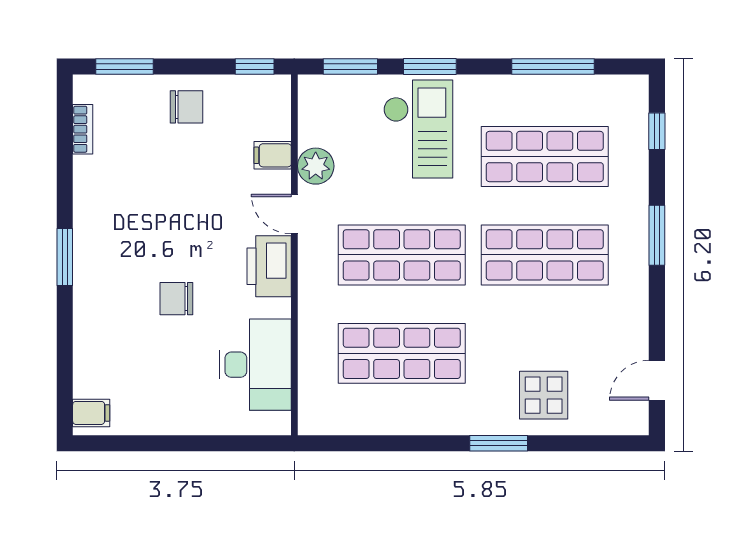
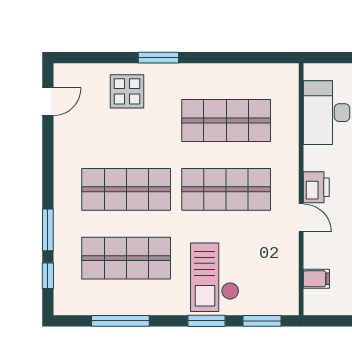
window: (255, 67) -> (329, 321), removed
filing cabinet: (273, 155) -> (316, 279), moved
plant: (316, 166) -> (286, 251), removed
window: (657, 235) -> (48, 230), moved
printer: (269, 266) -> (316, 187), width x0.73, depth x0.84

